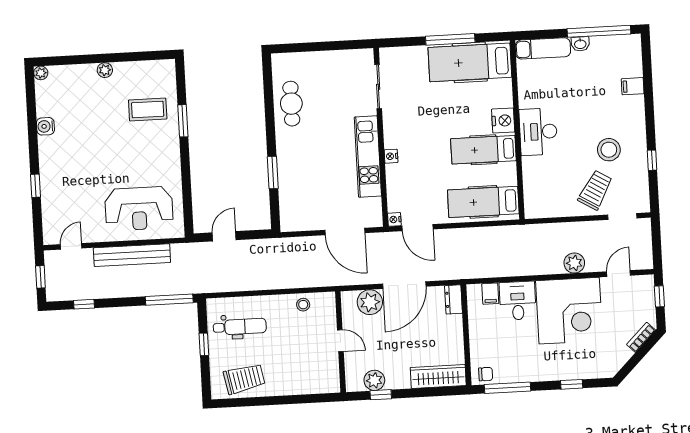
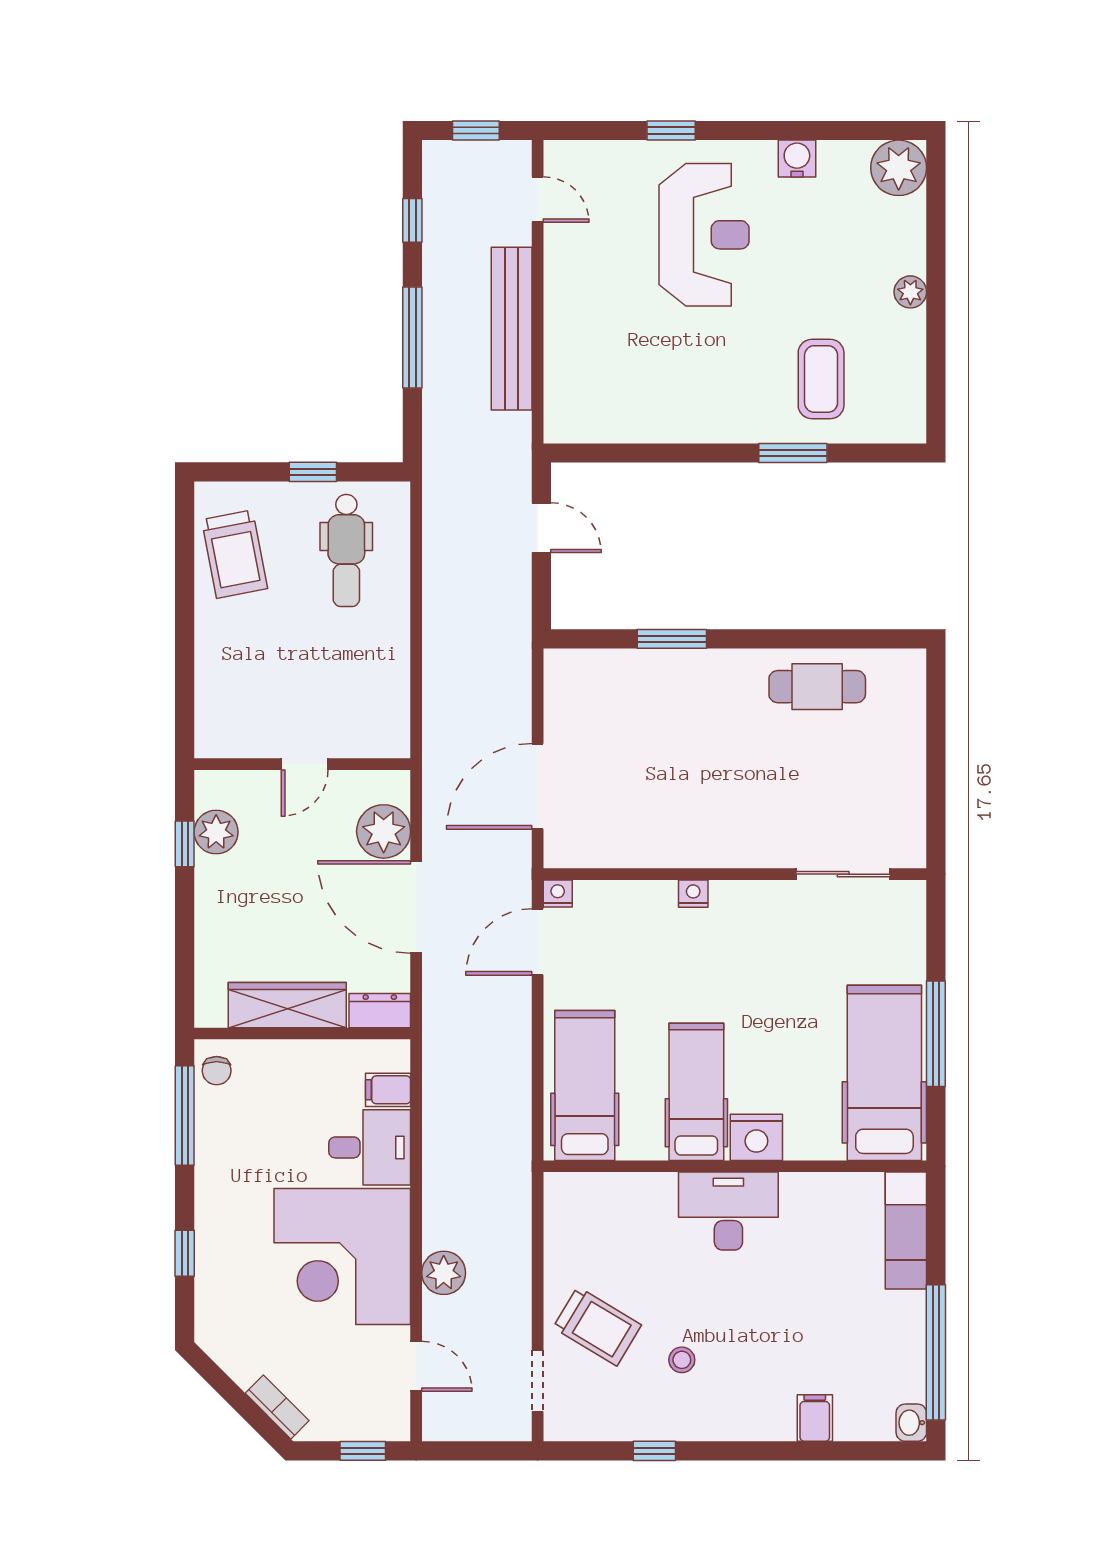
washbasin: (580, 44) -> (911, 1423), moved
plant: (41, 73) -> (899, 168), width x1.88, depth x1.88
stool: (609, 150) -> (682, 1360), width x0.53, depth x0.53
kitchen unit: (368, 157) -> (695, 844), removed
reception desk: (139, 209) -> (704, 235), moved, turned 180
window: (169, 300) -> (412, 337), moved
stool: (303, 305) -> (386, 689), removed
wardrobe: (438, 376) -> (287, 1005), moved, turned -90

